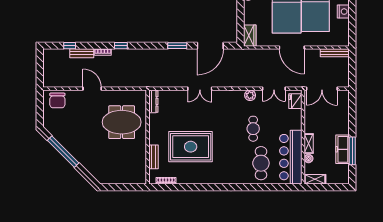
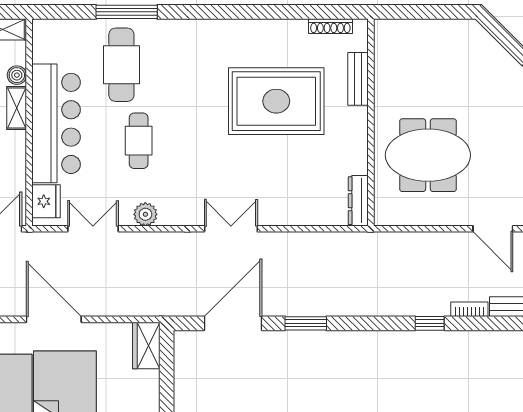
double door: (200, 89) -> (231, 229), moved
bar counter: (291, 157) -> (56, 123), moved
window: (259, 187) -> (127, 12), added

